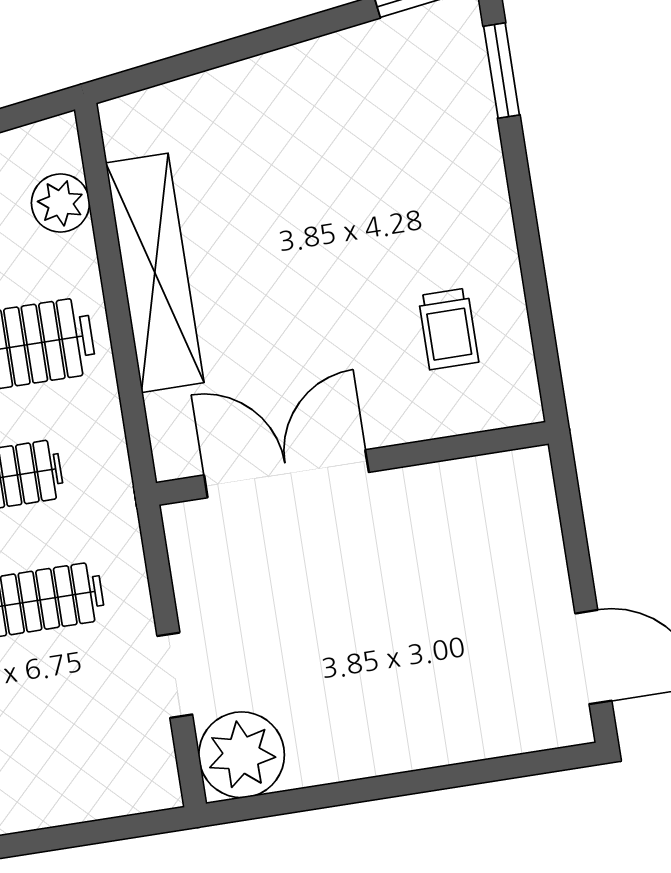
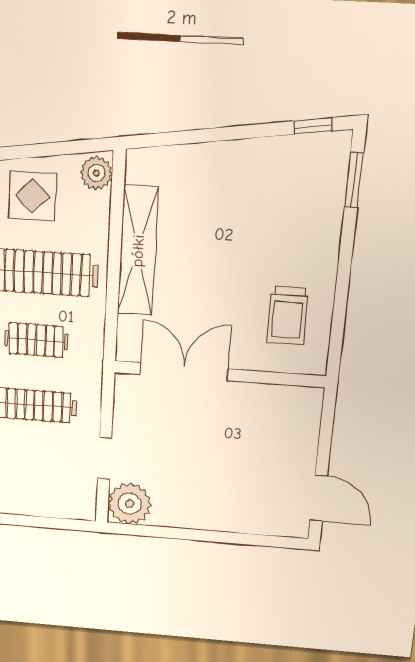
plant: (61, 203) -> (96, 173), moved
trolley: (448, 329) -> (288, 316), width x1.36, depth x1.39

